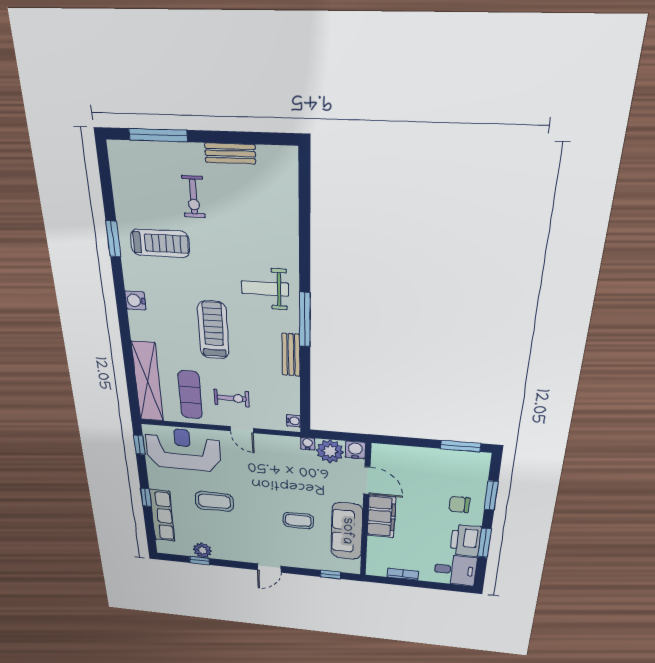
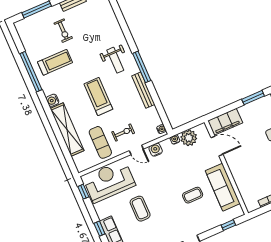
window: (113, 239) -> (31, 72), width x2.11
weight bench: (265, 288) -> (115, 60), turned -90
bench: (291, 355) -> (143, 90), width x1.36
shelving: (148, 382) -> (67, 129), moved
water cooler: (355, 450) -> (156, 150), moved
coffee table: (214, 501) -> (140, 209), turned 90
filing cabinet: (381, 516) -> (225, 122), moved, turned 90

